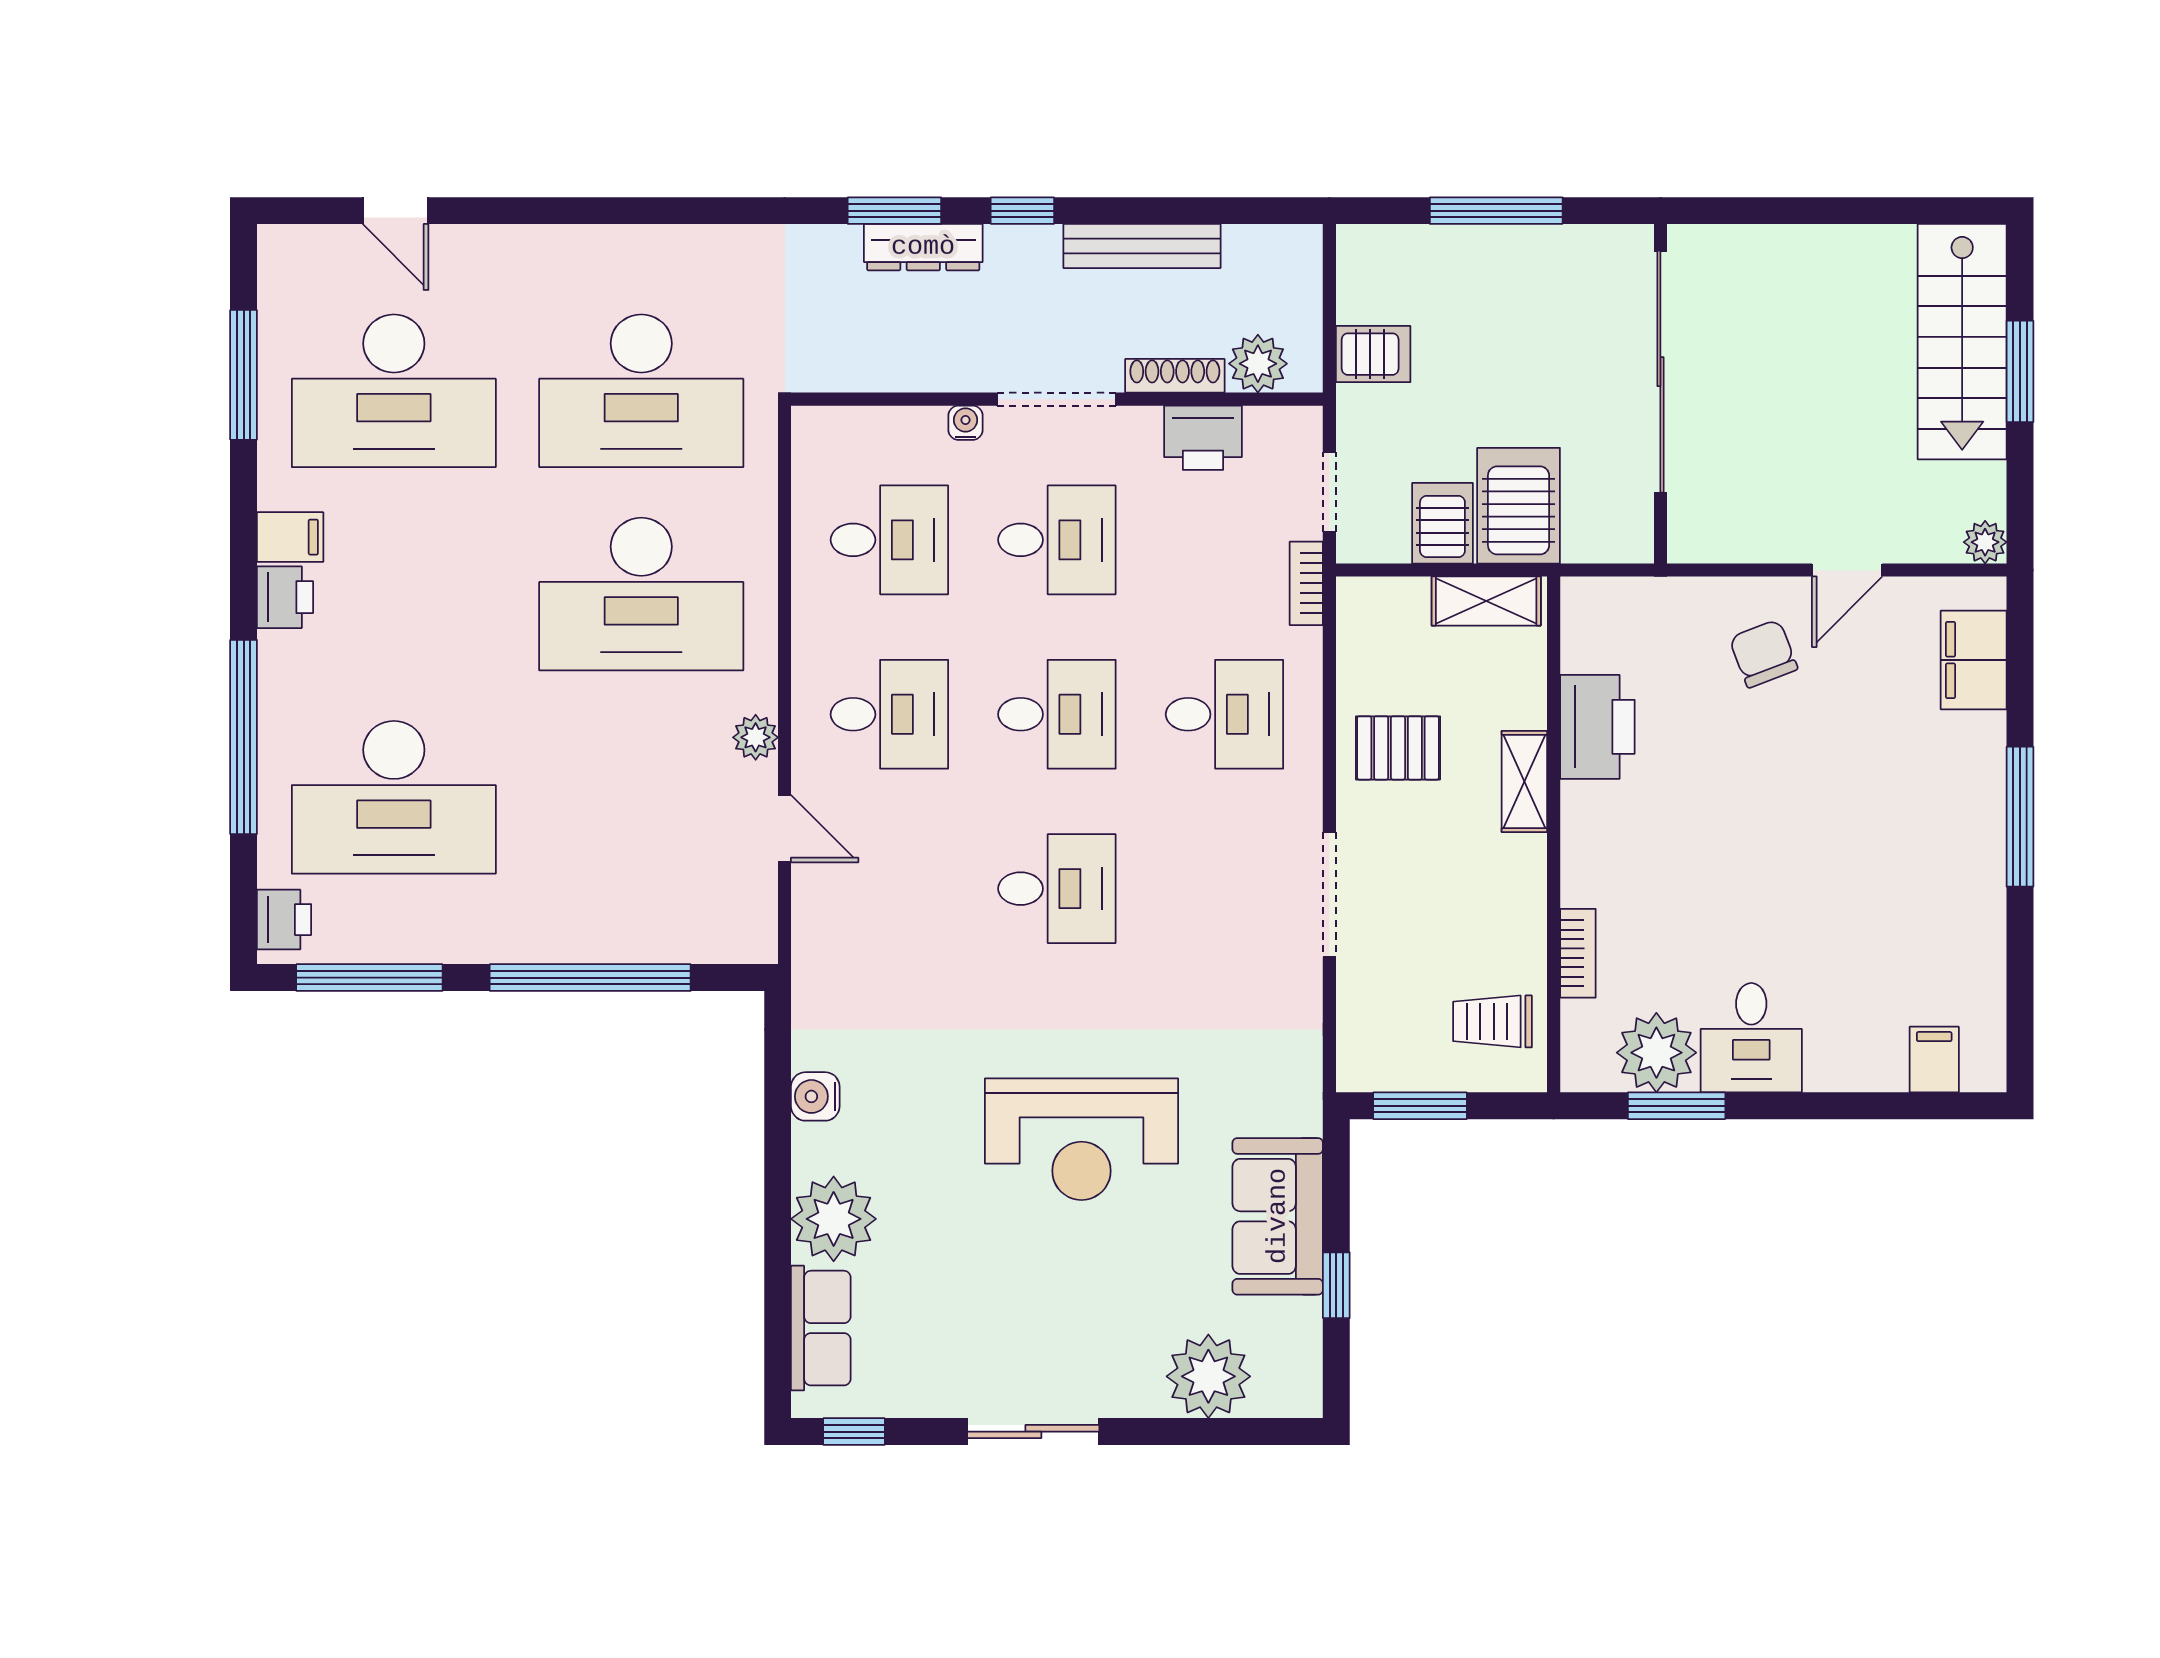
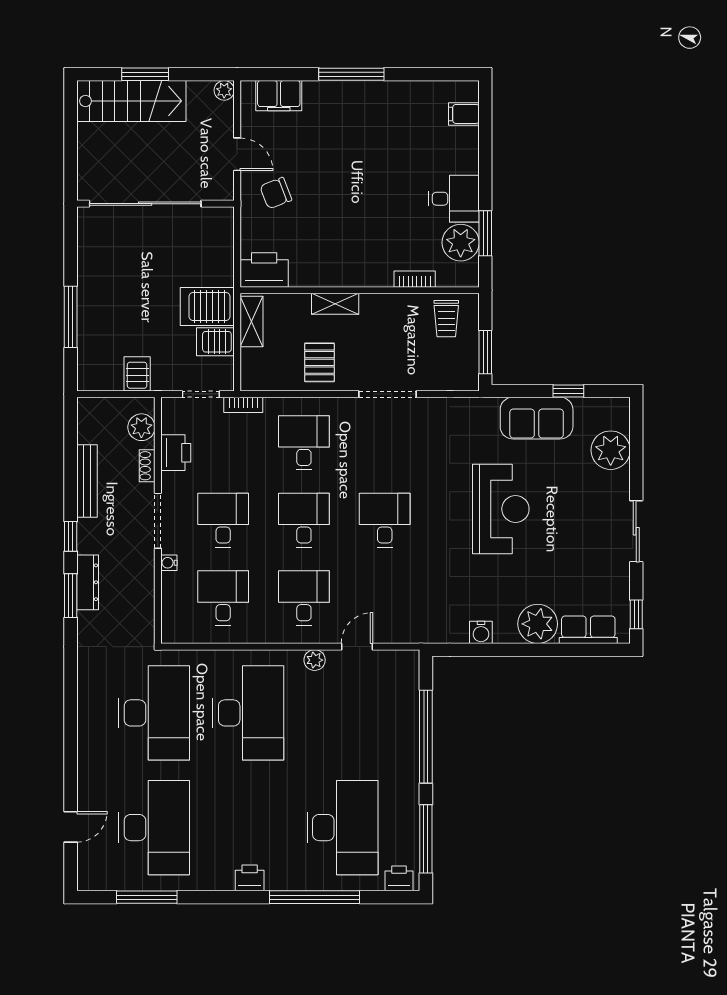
sliding door: (1660, 372) -> (145, 204), moved
shoe rack: (1175, 376) -> (147, 466), width x0.70
wall: (1660, 394) -> (155, 204), moved
filing cabinet: (290, 537) -> (222, 876), removed
printer: (1597, 727) -> (264, 270), moved

